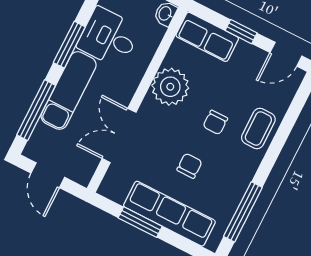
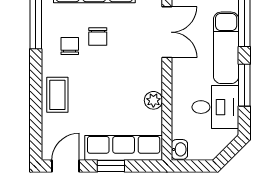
row of seats: (207, 37) -> (124, 148), width x1.48
plant: (170, 87) -> (153, 100), width x0.53, depth x0.53
chair: (215, 122) -> (70, 46), moved

